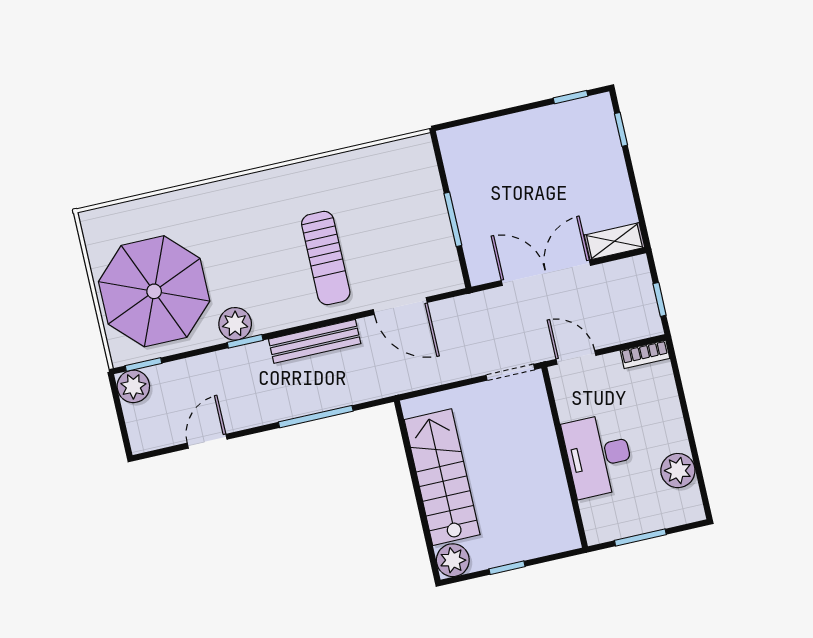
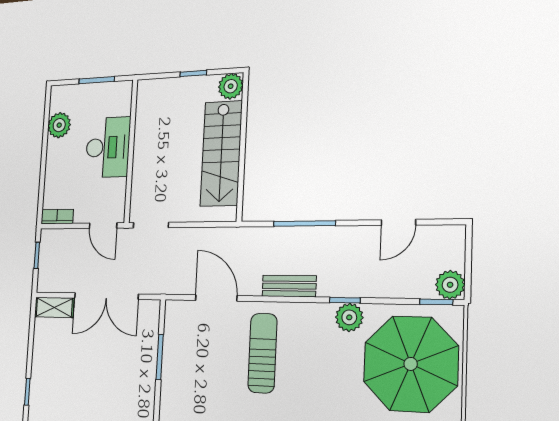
bench: (315, 341) -> (289, 286), width x0.73

